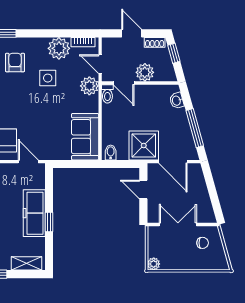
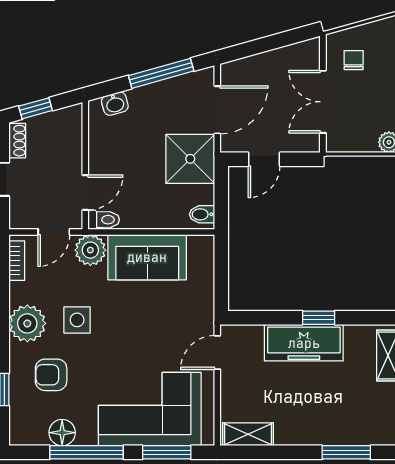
plant: (59, 48) -> (27, 323), moved
plant: (145, 72) -> (68, 157), removed
sofa: (85, 137) -> (147, 257), moved

